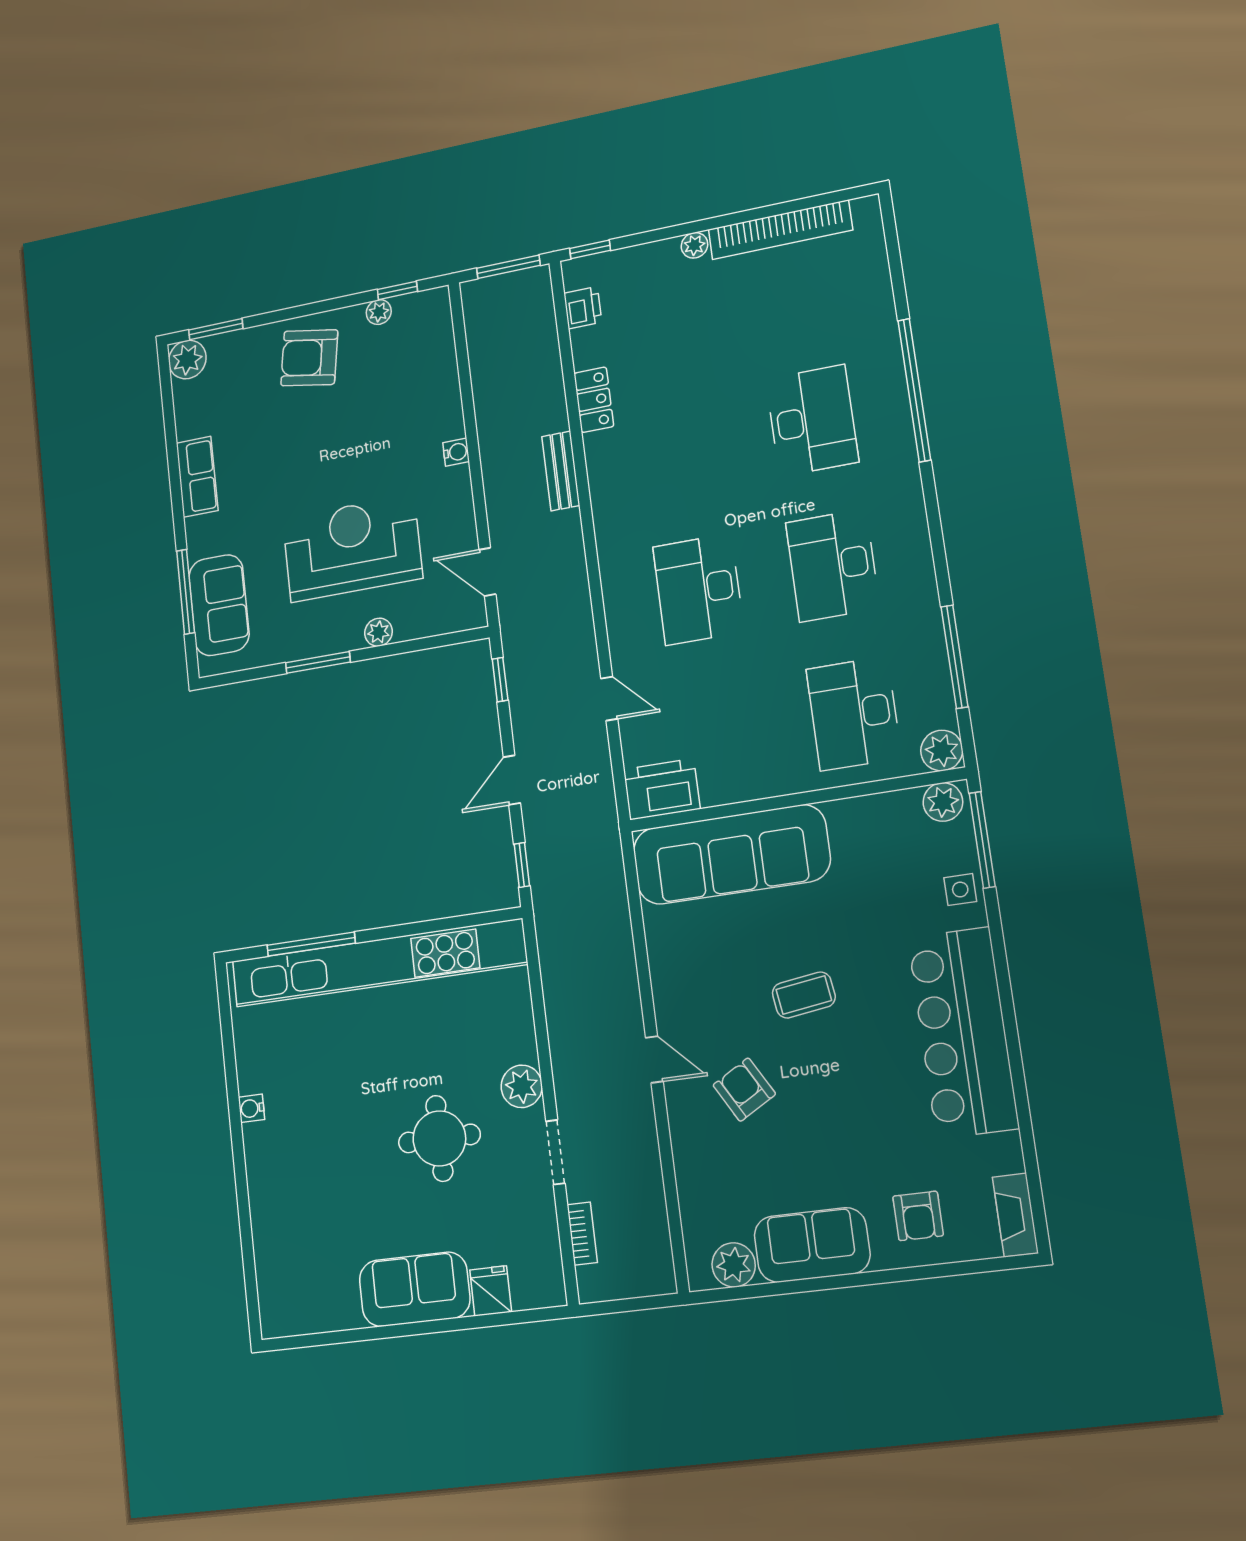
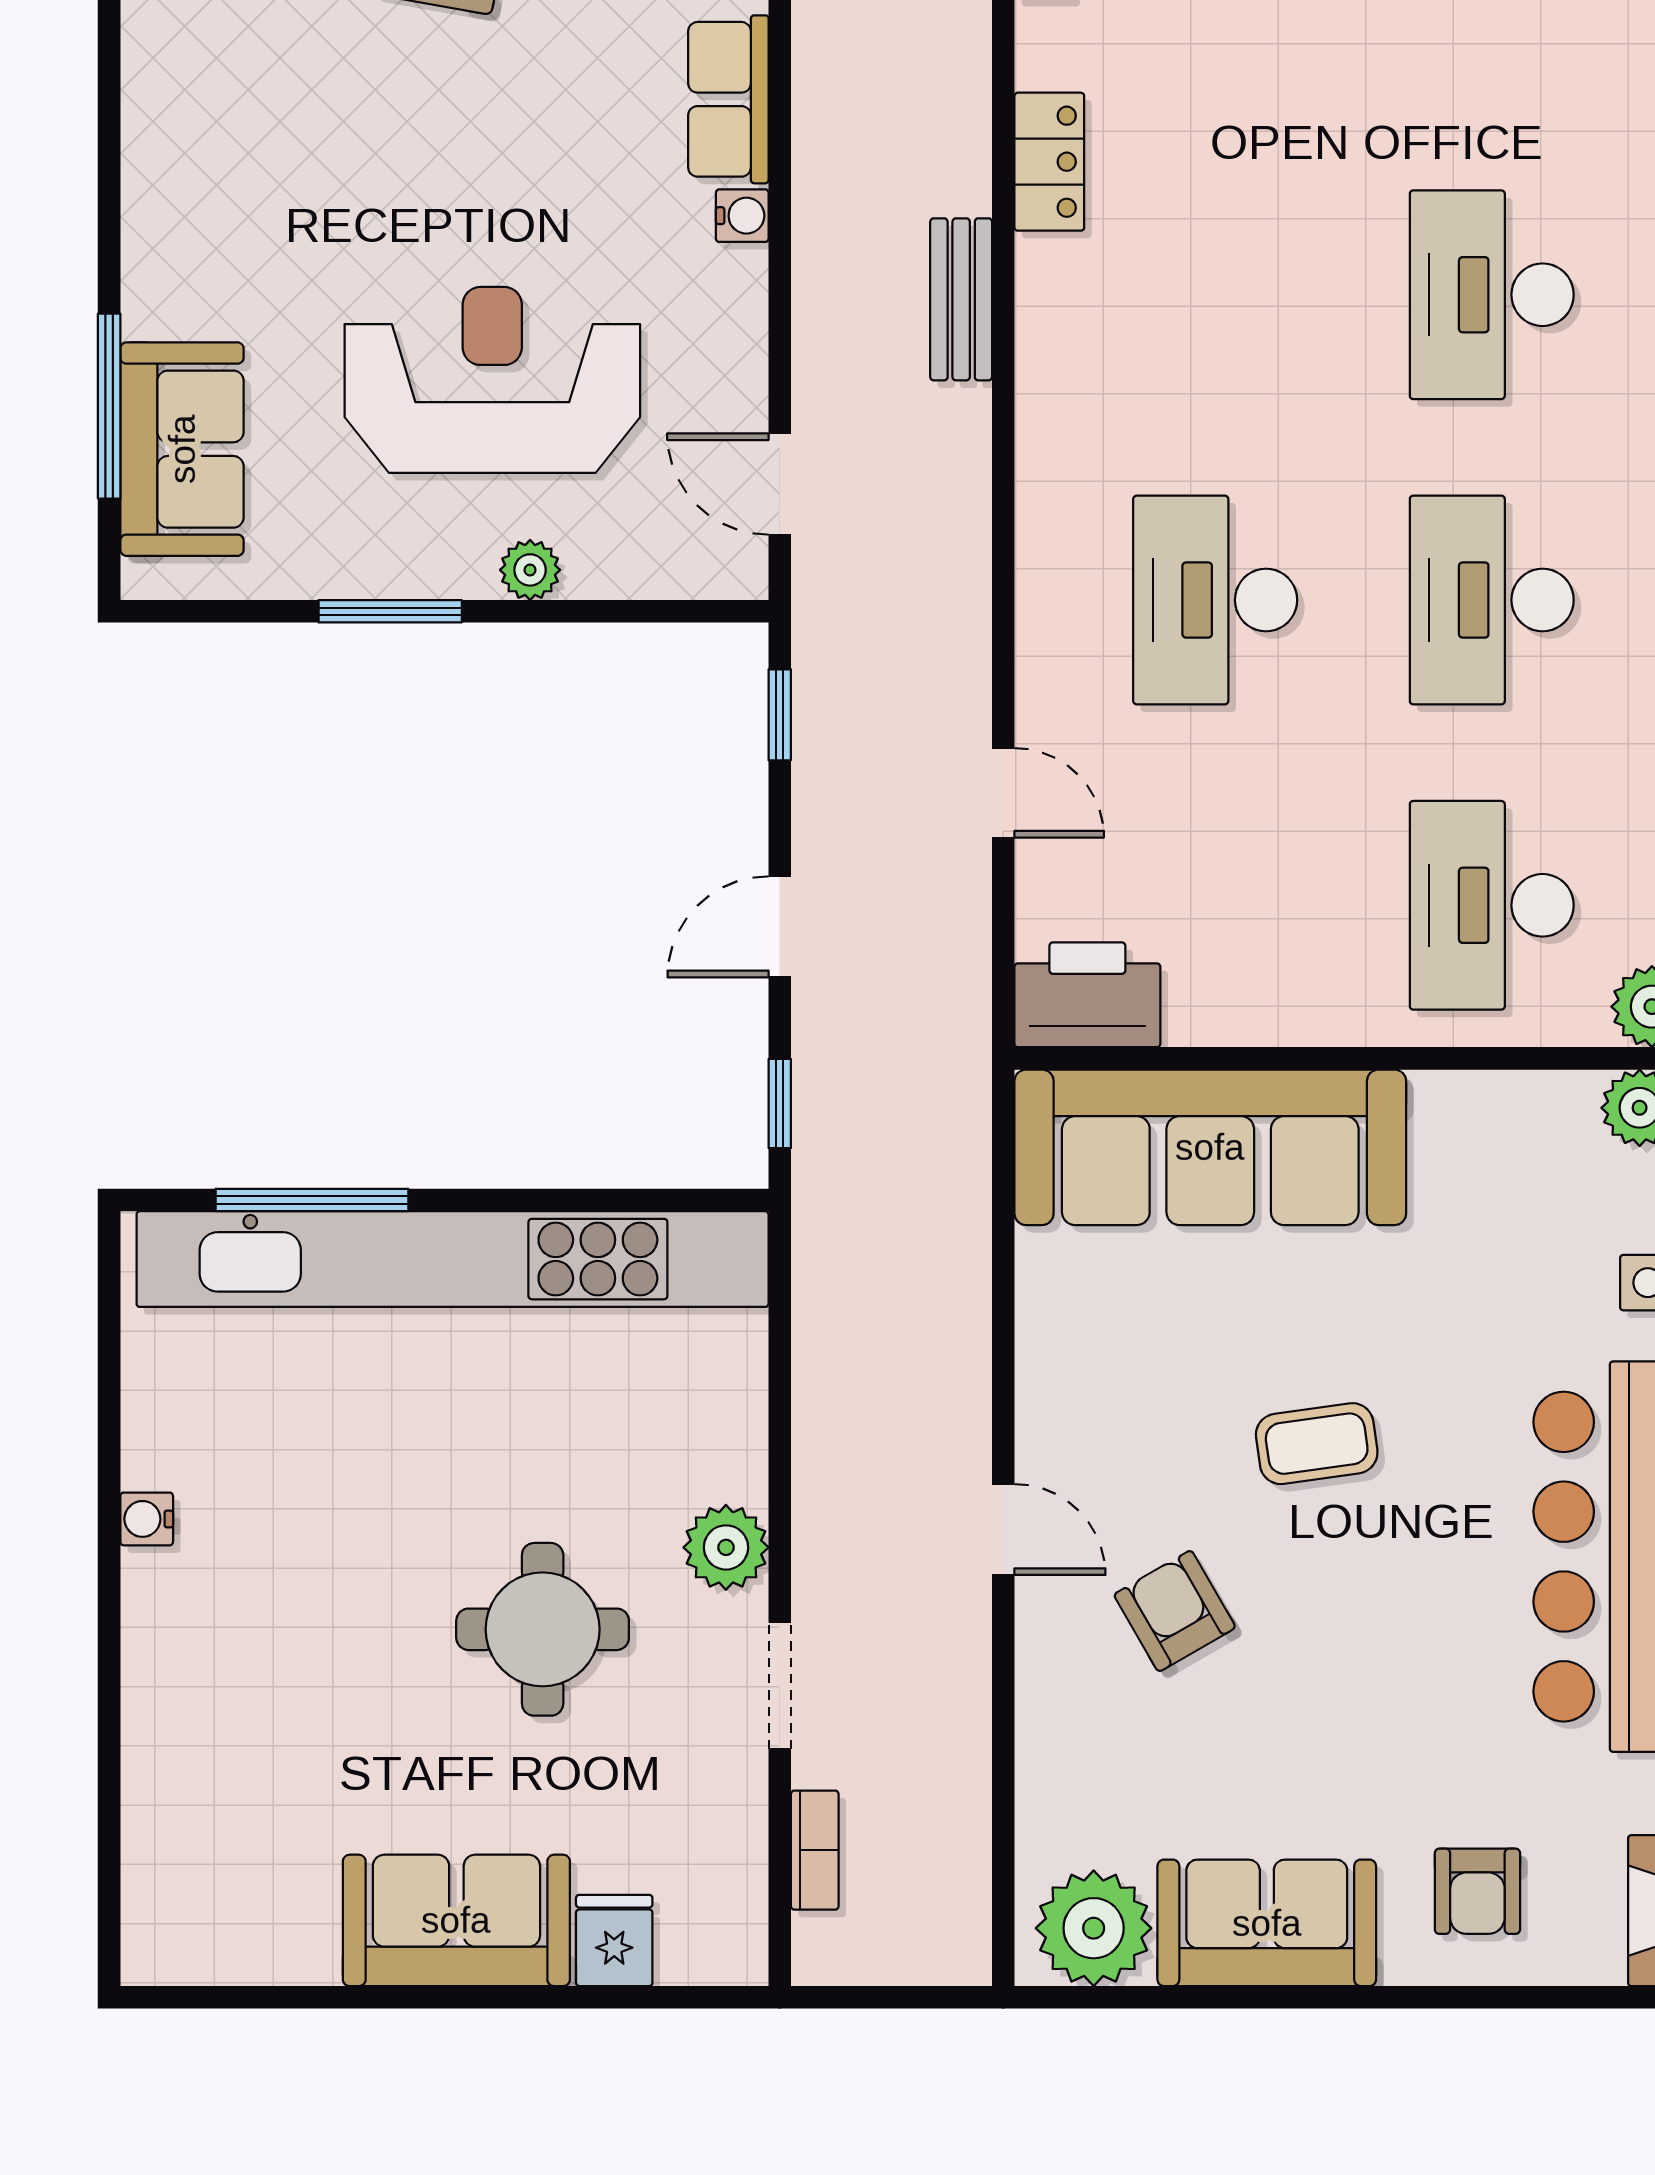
desk: (812, 420) -> (1492, 295), turned 180
row of seats: (197, 477) -> (728, 99), moved, turned 180
plant: (734, 1265) -> (1094, 1928), width x1.36, depth x1.36

